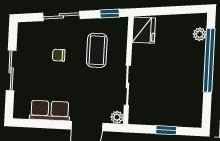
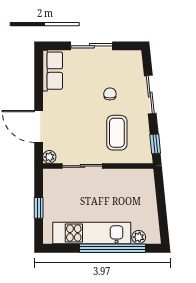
fridge: (144, 30) -> (140, 180), removed
coffee table: (97, 50) -> (117, 133), turned 90
kitchen unit: (193, 80) -> (92, 233), added
row of seats: (50, 111) -> (53, 71), moved

